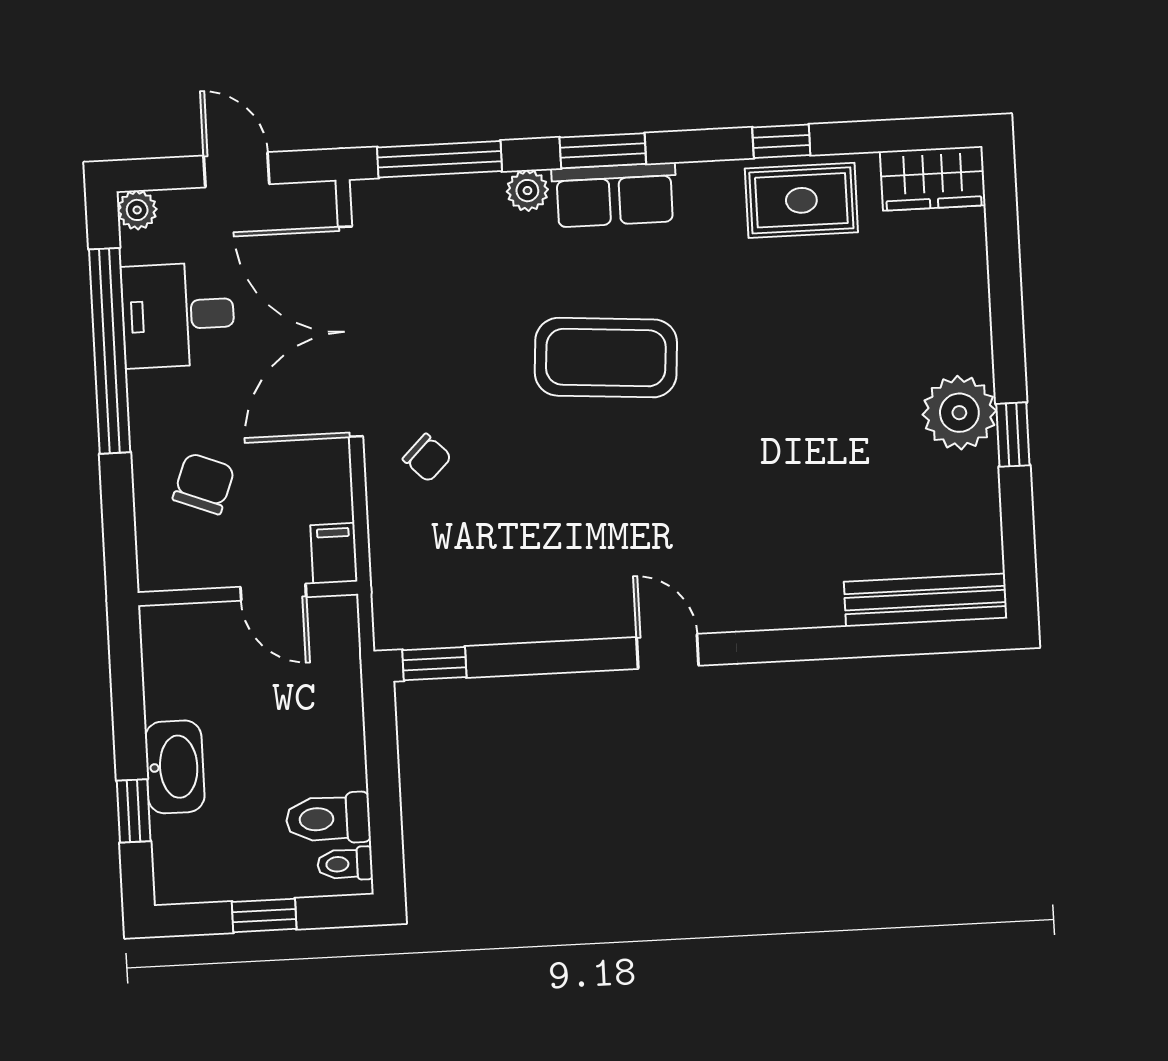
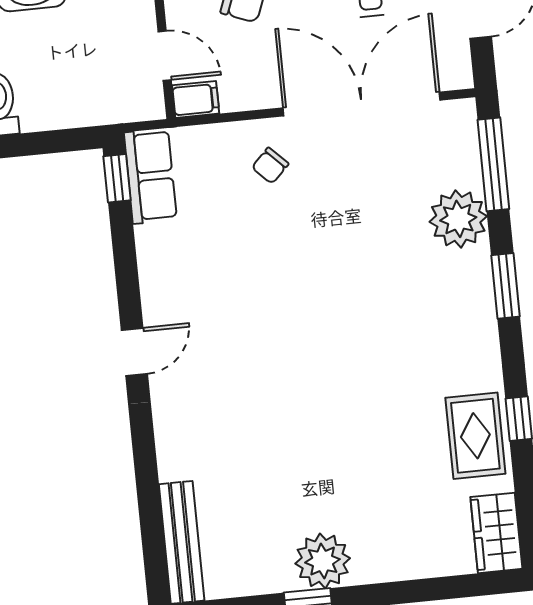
plant: (527, 191) -> (458, 219), width x1.88, depth x1.88
row of seats: (614, 195) -> (150, 176), moved, turned 180
coffee table: (606, 358) -> (351, 295), removed
door: (273, 592) -> (165, 56), swing flipped

